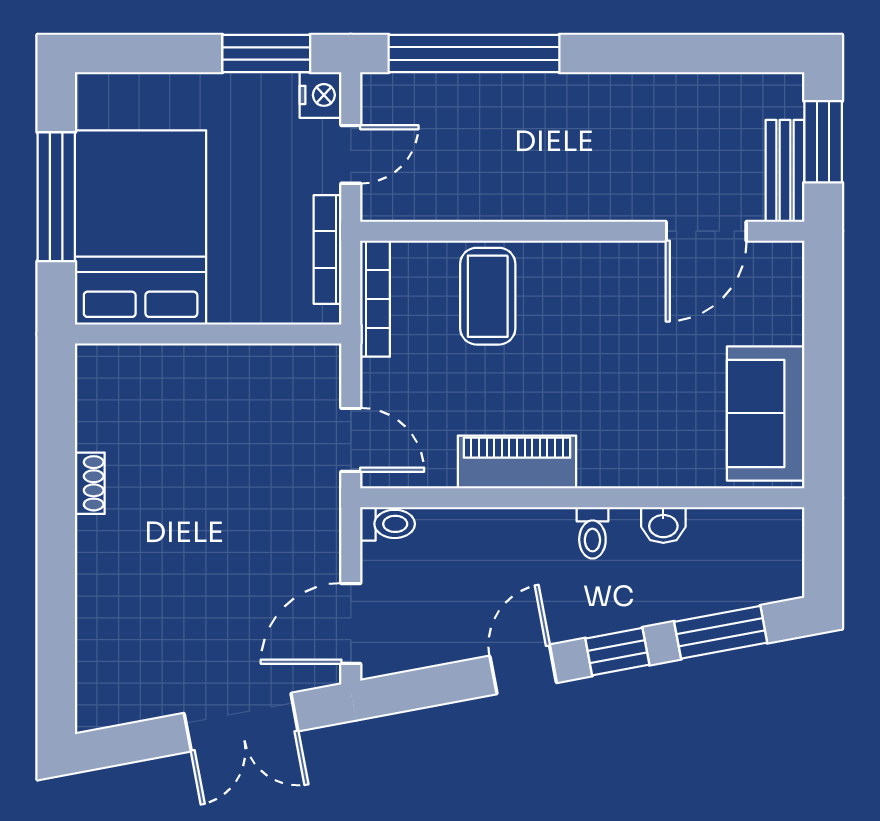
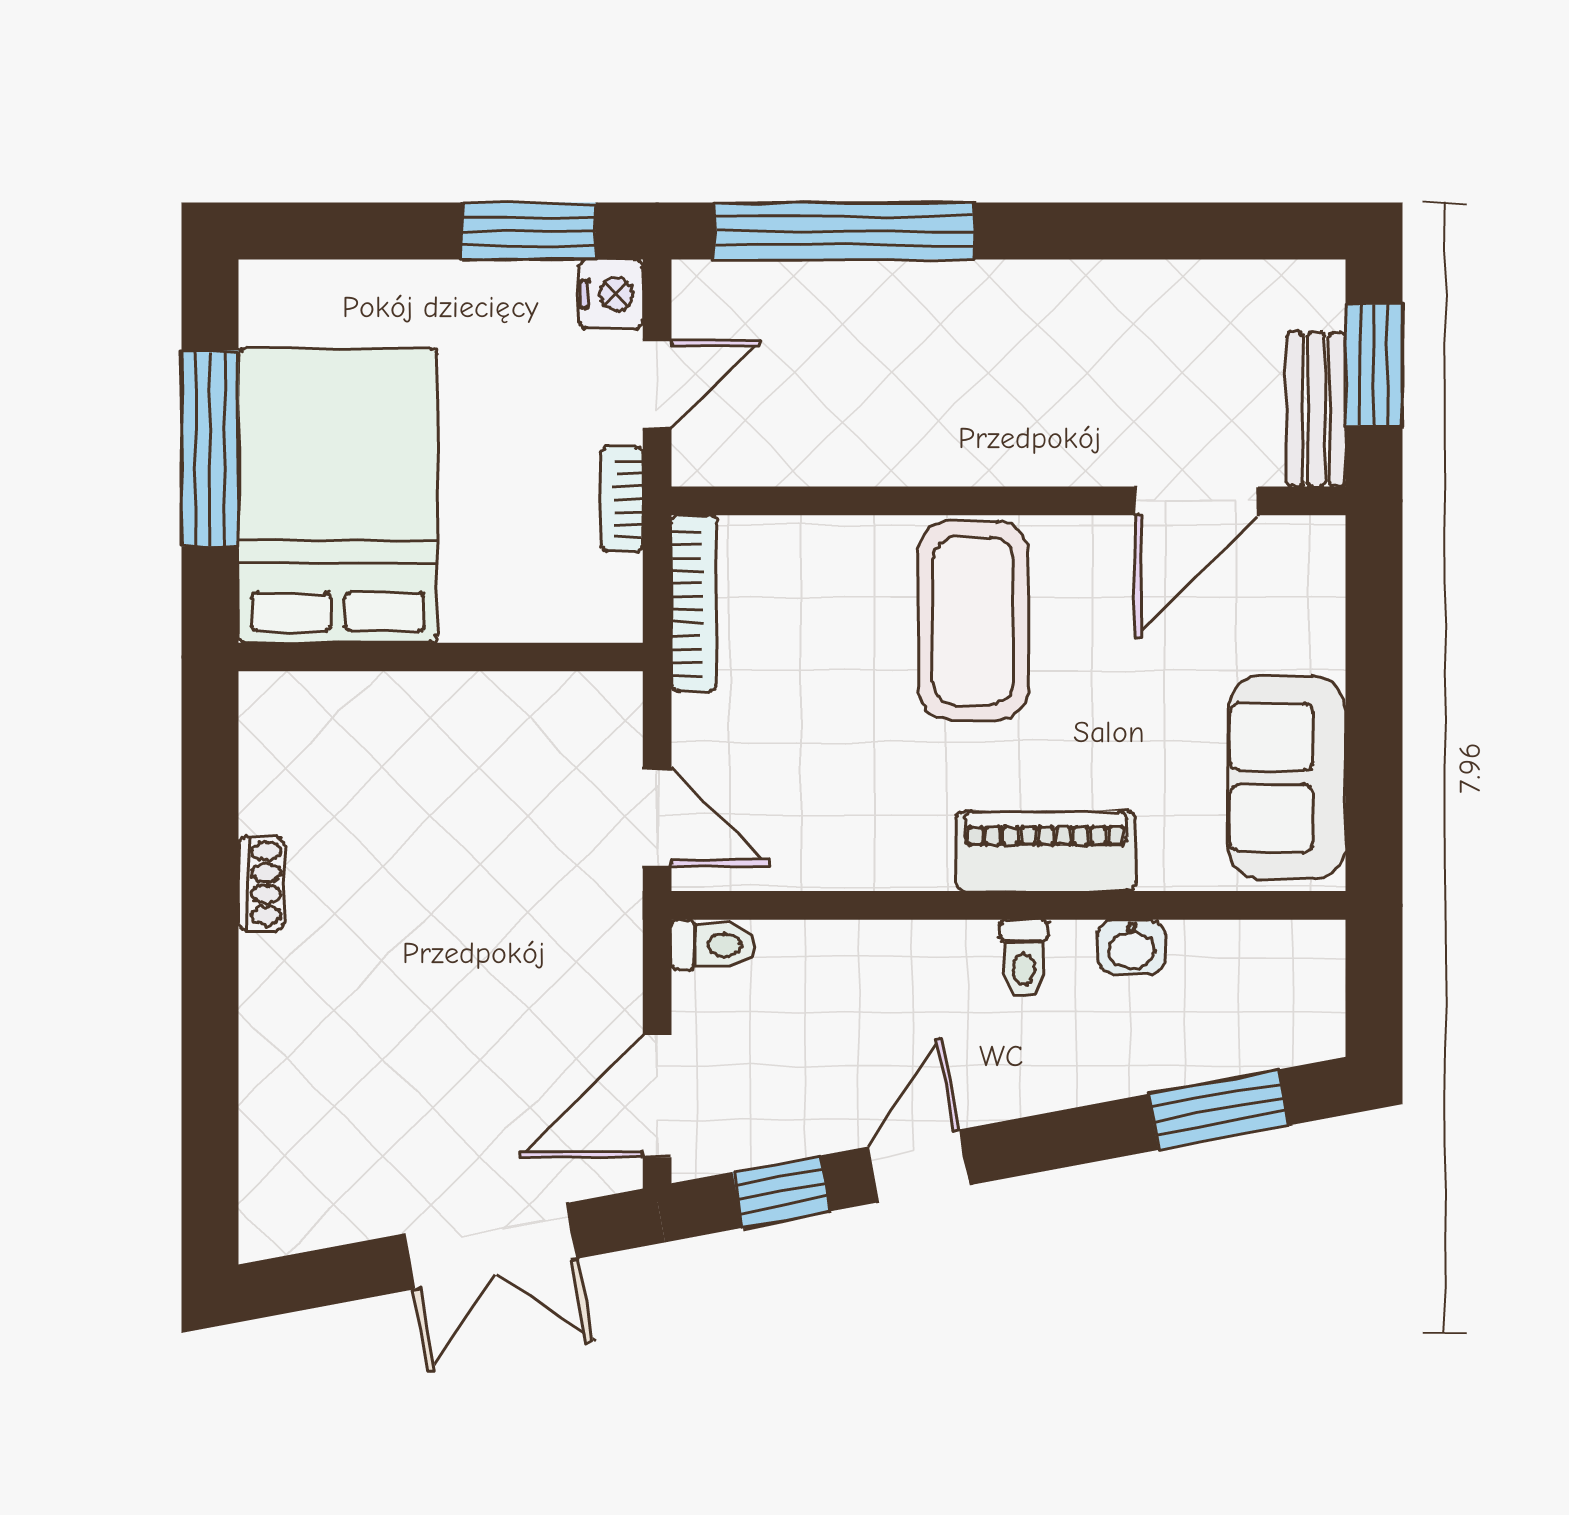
bookcase: (328, 250) -> (622, 499), width x0.64
coffee table: (488, 296) -> (973, 621), moved, width x1.36, depth x1.32
piano: (517, 462) -> (1046, 851), moved
window: (617, 652) -> (781, 1192), moved

